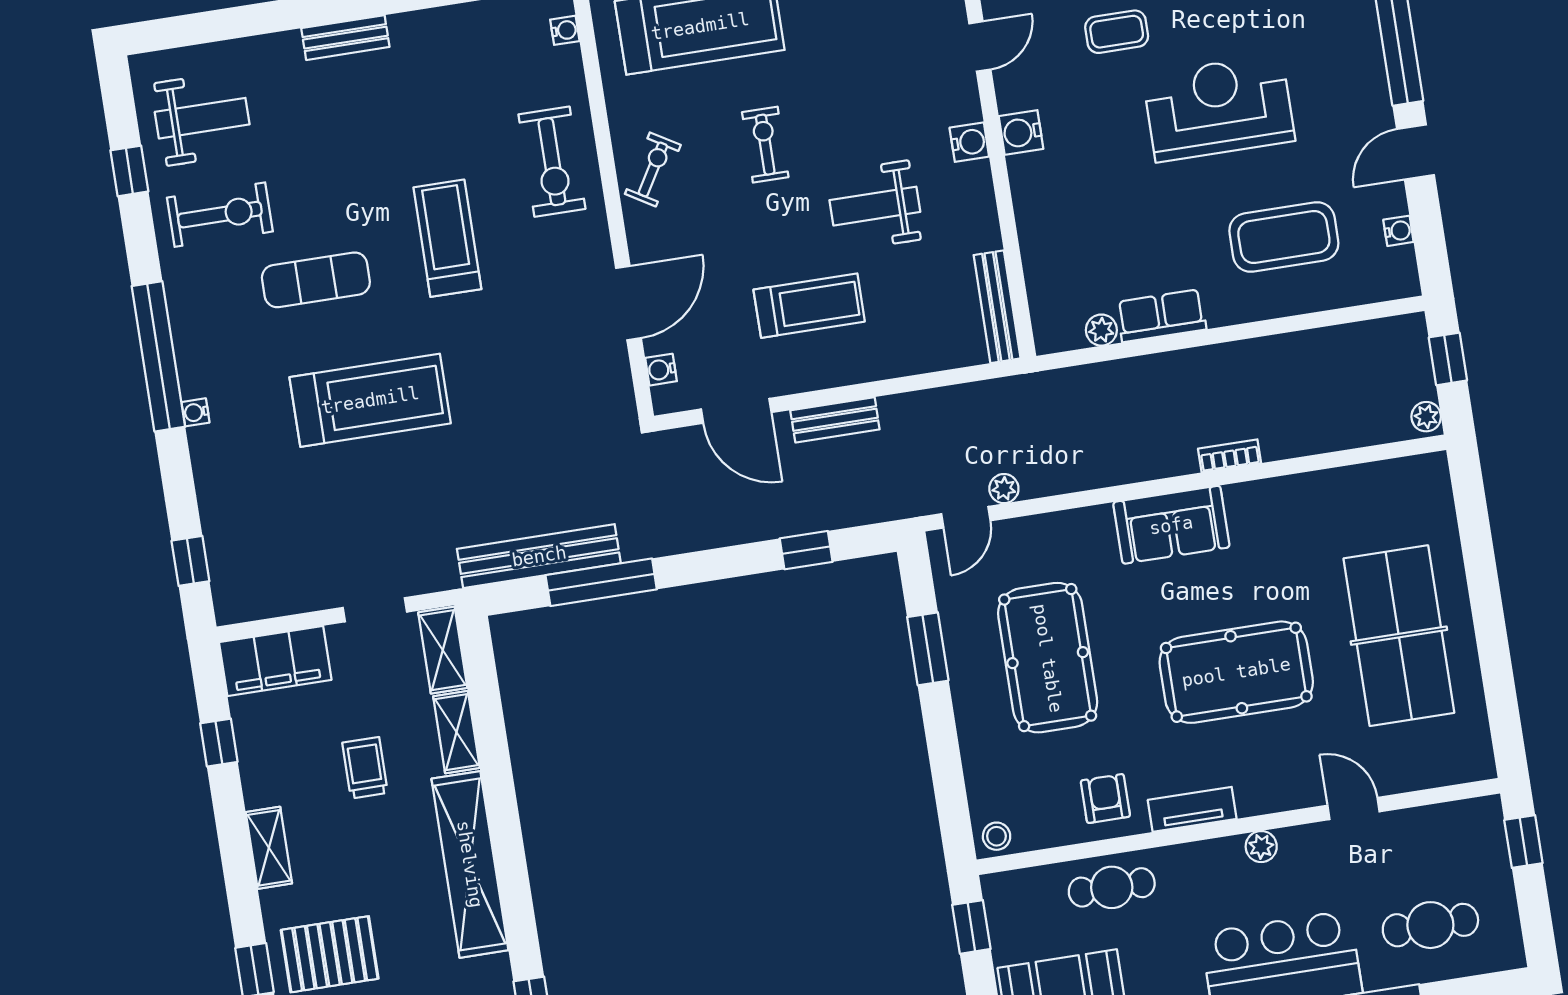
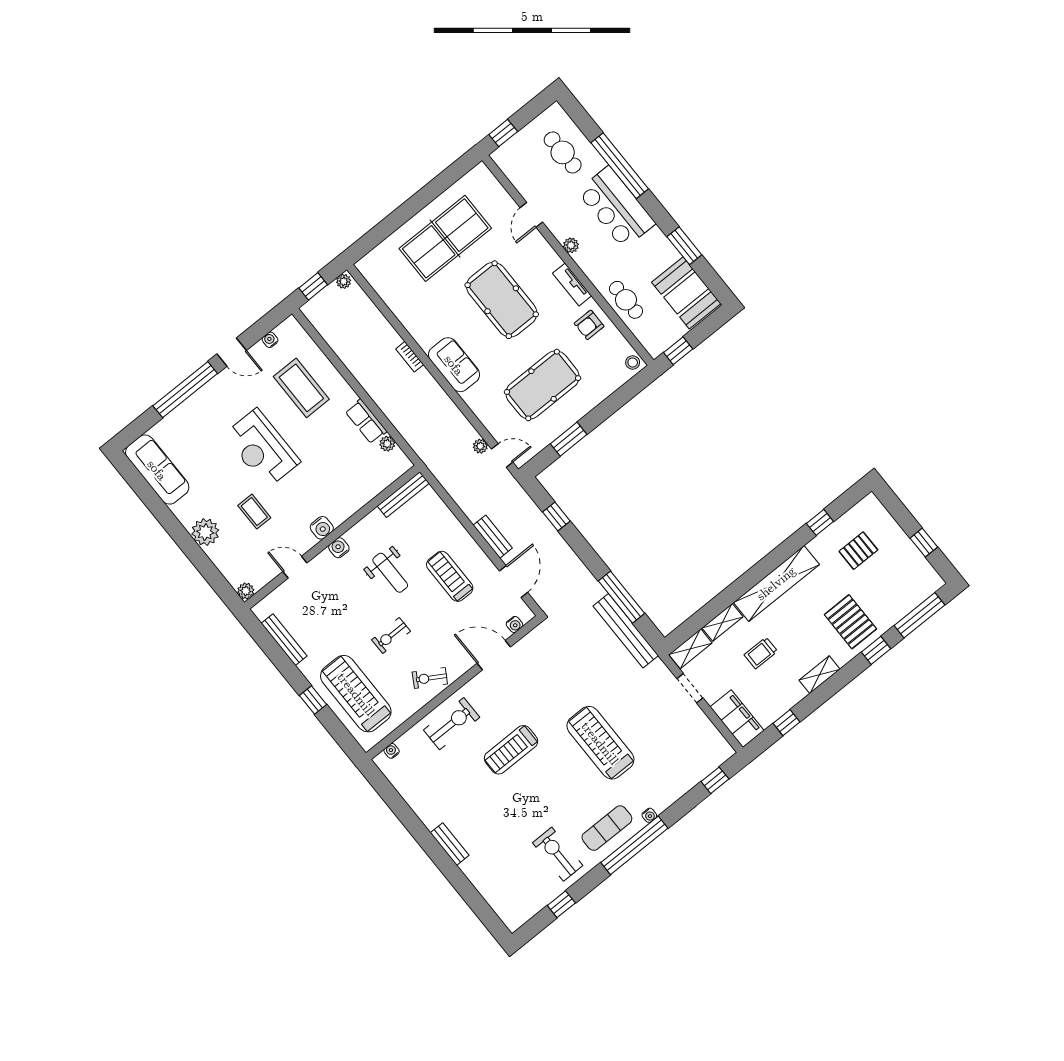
weight bench: (202, 118) -> (520, 886), removed
exercise mat: (316, 280) -> (607, 828), moved, turned 90

